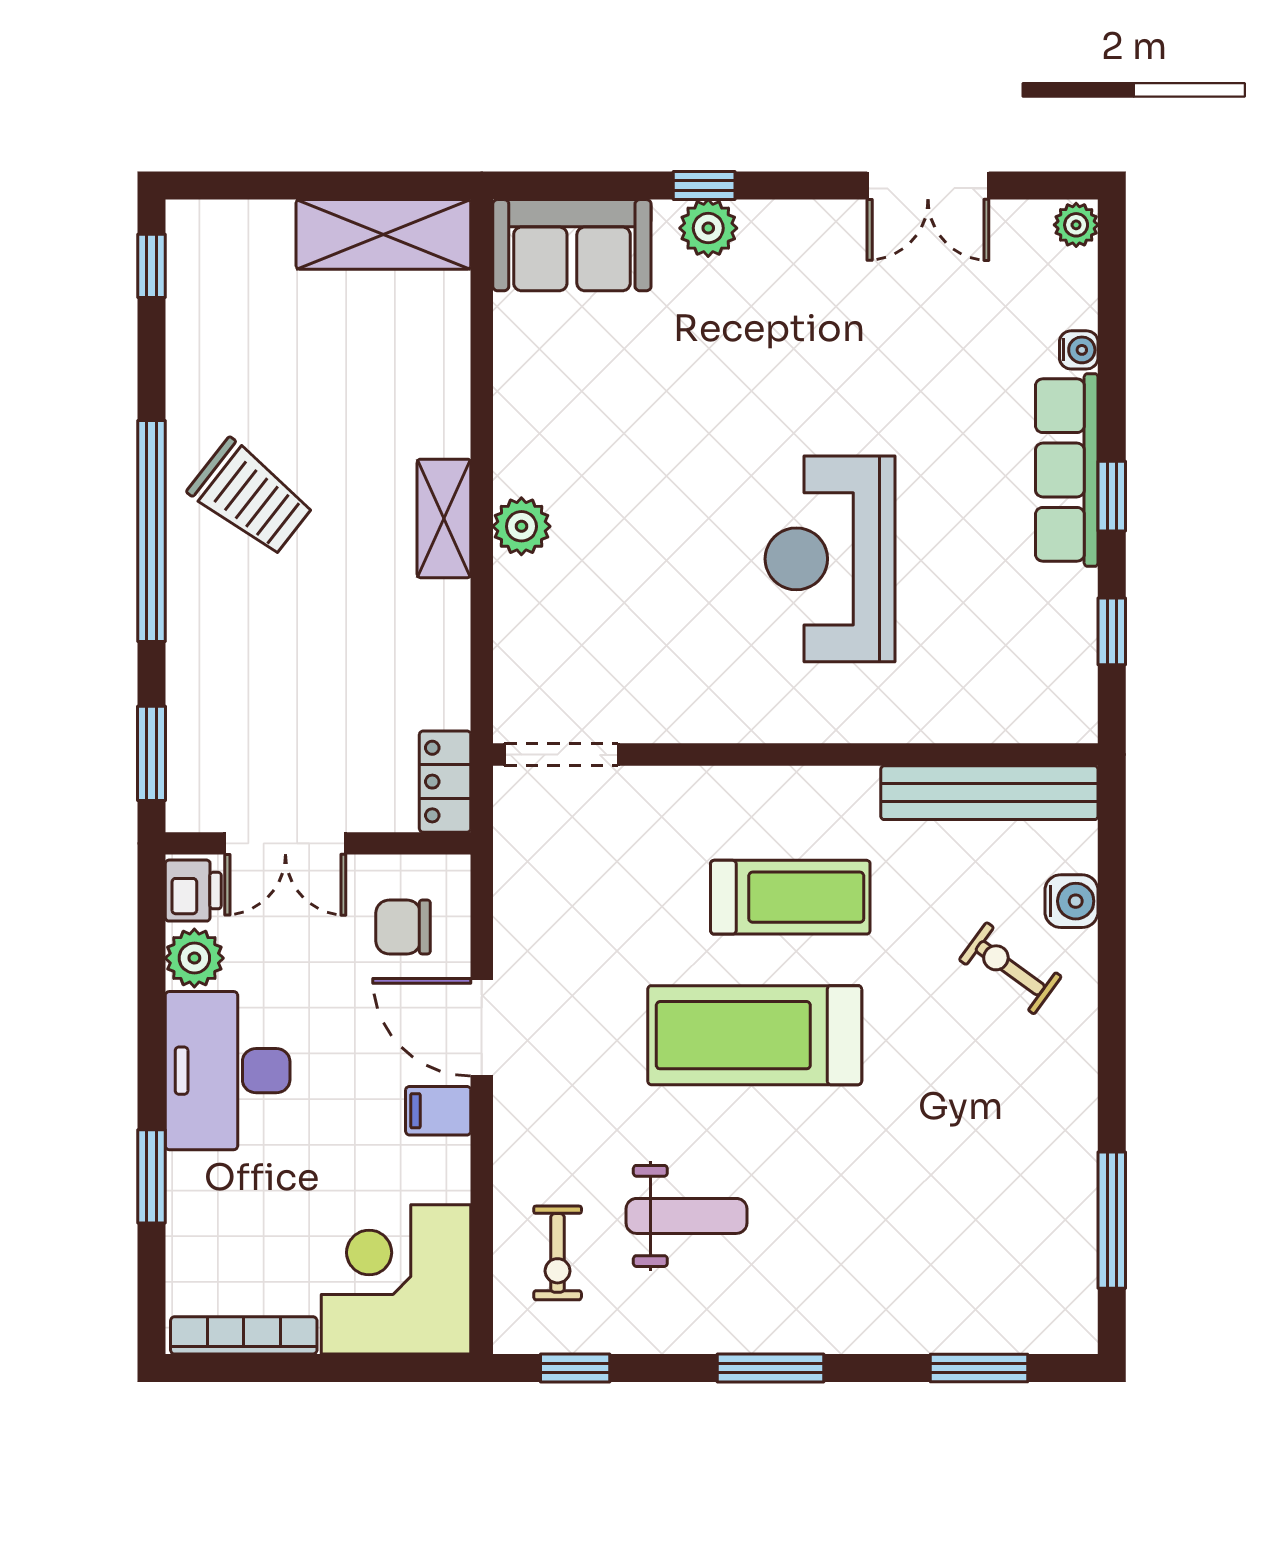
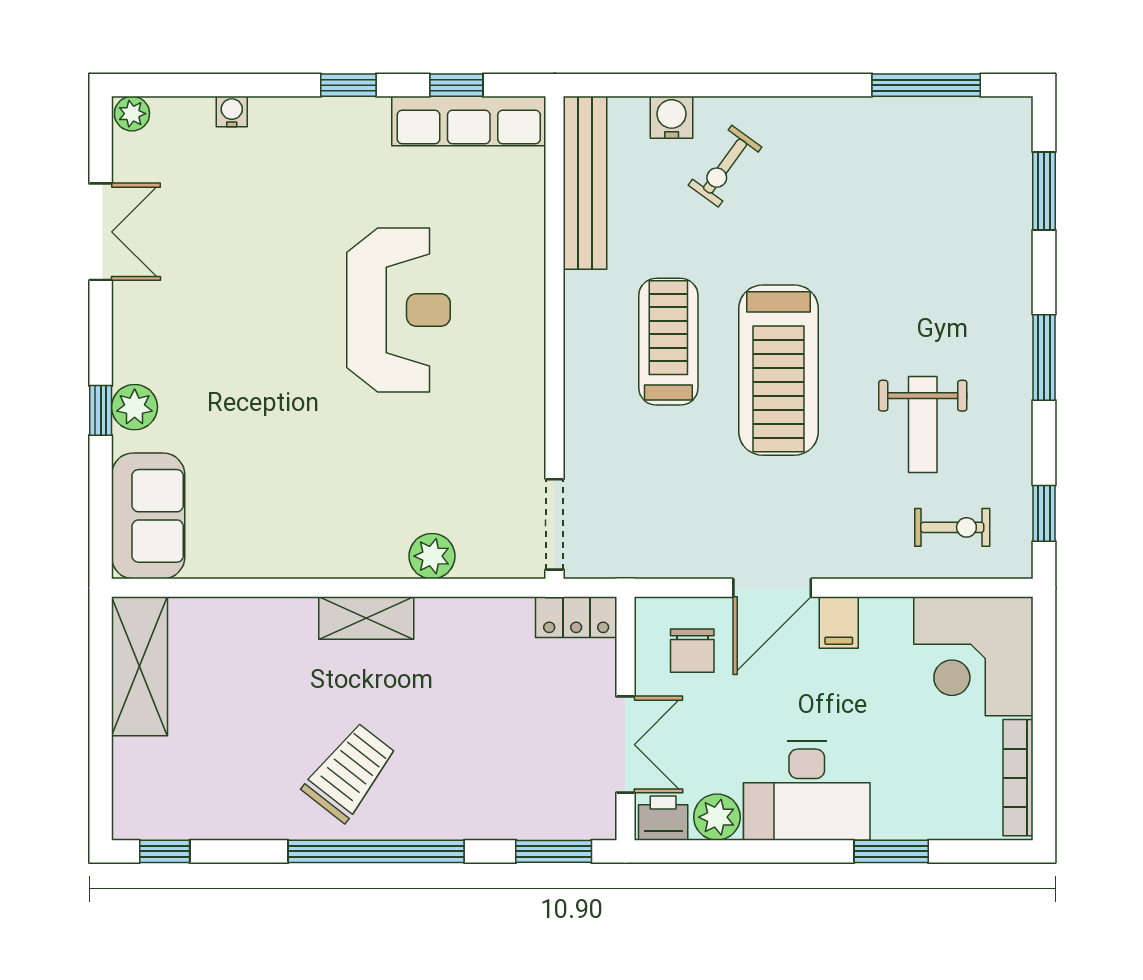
row of seats: (1067, 470) -> (469, 121), moved
plant: (521, 526) -> (432, 556), moved
reception desk: (830, 559) -> (398, 310), turned -90
weight bench: (686, 1216) -> (923, 424), turned 180

